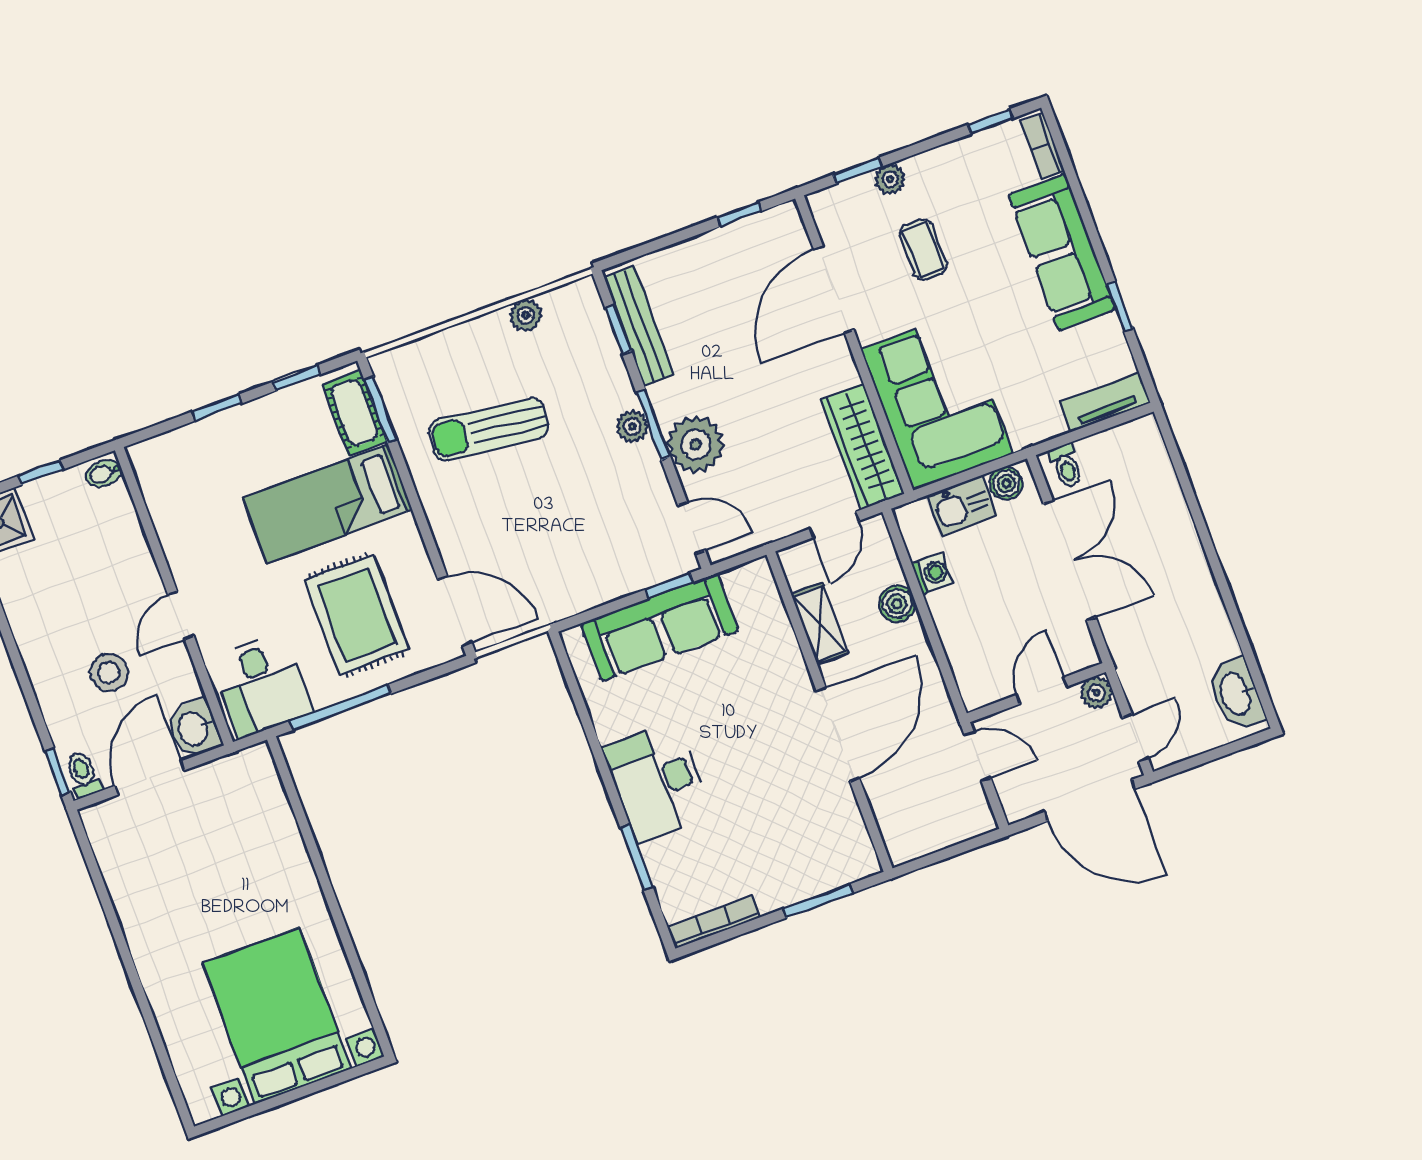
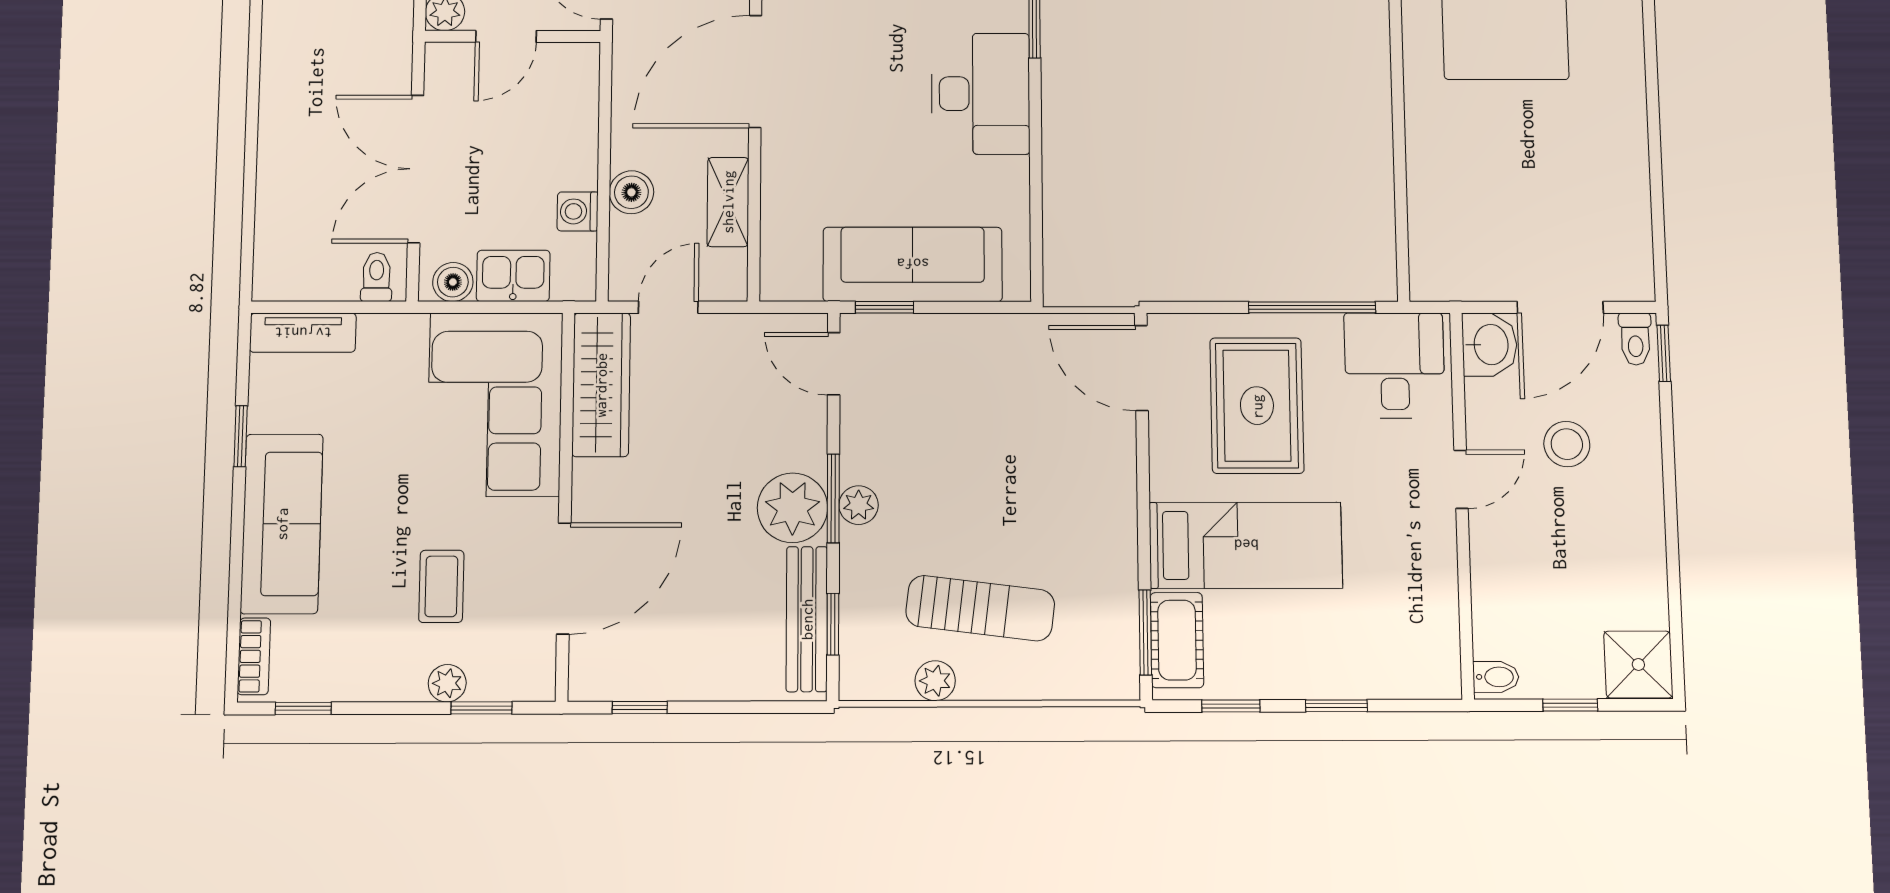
sun lounger: (489, 429) -> (980, 608), moved
plant: (696, 444) -> (792, 508), moved

